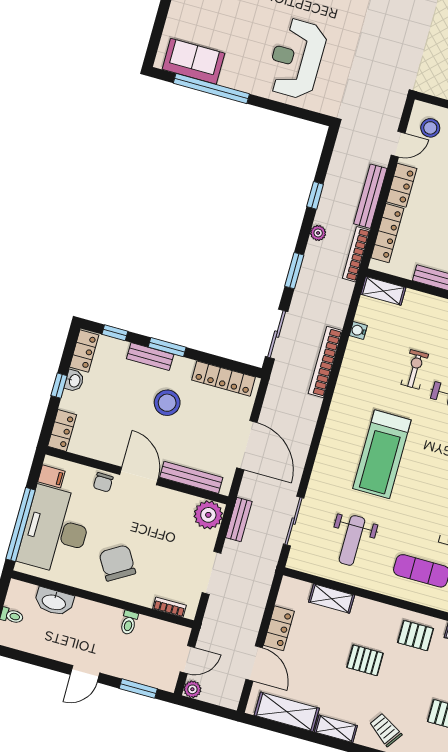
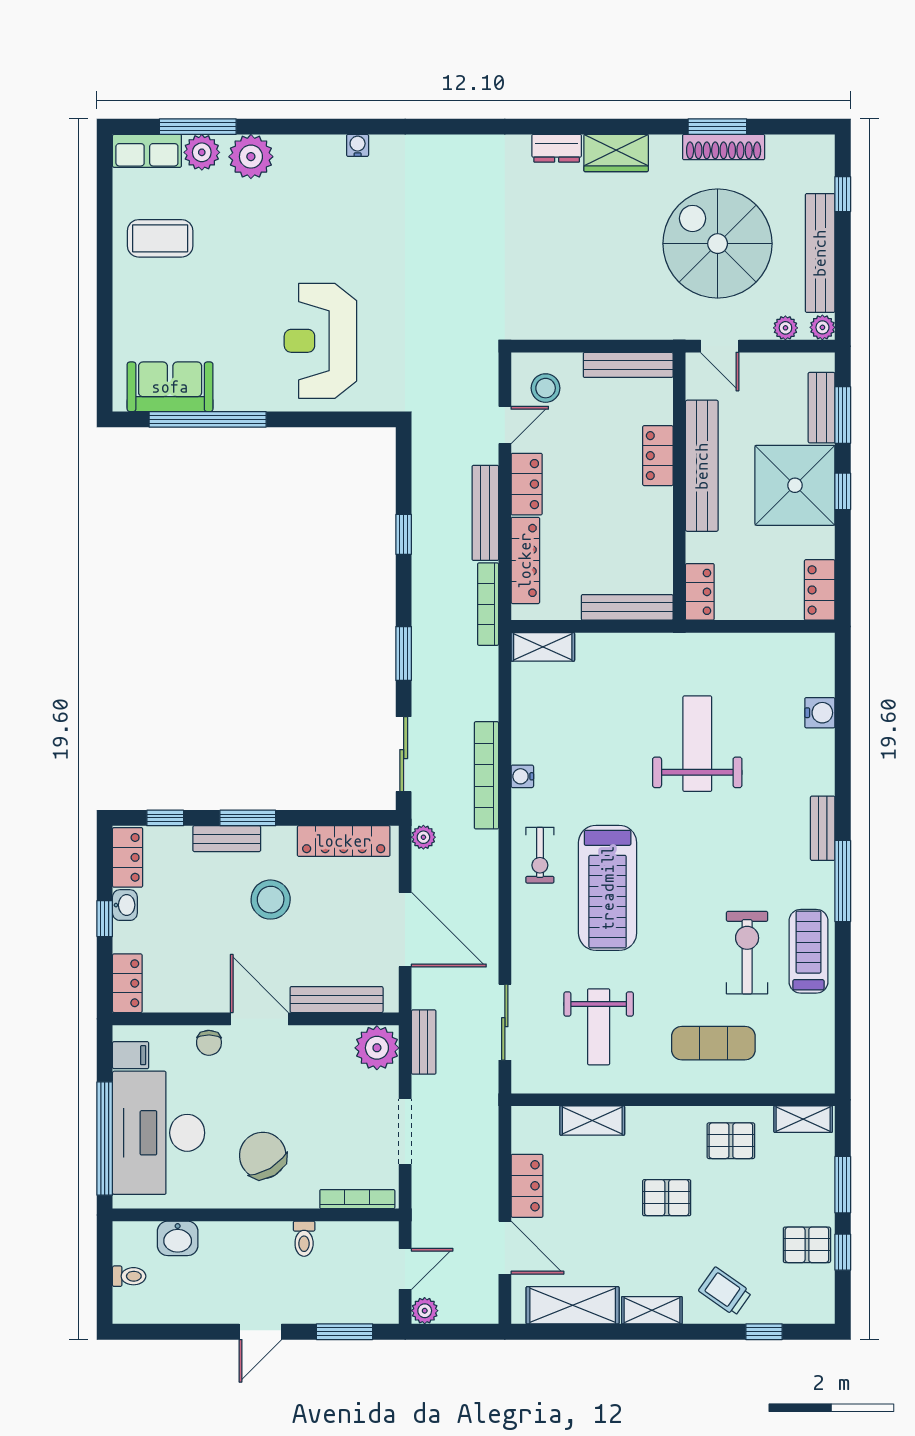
plant: (318, 233) -> (423, 837), moved
water cooler: (358, 331) -> (522, 776), moved
exercise bike: (415, 369) -> (540, 855), moved, turned 180
washbasin: (54, 602) -> (178, 1238), width x0.72
bookcase: (169, 607) -> (357, 1199), width x1.56

